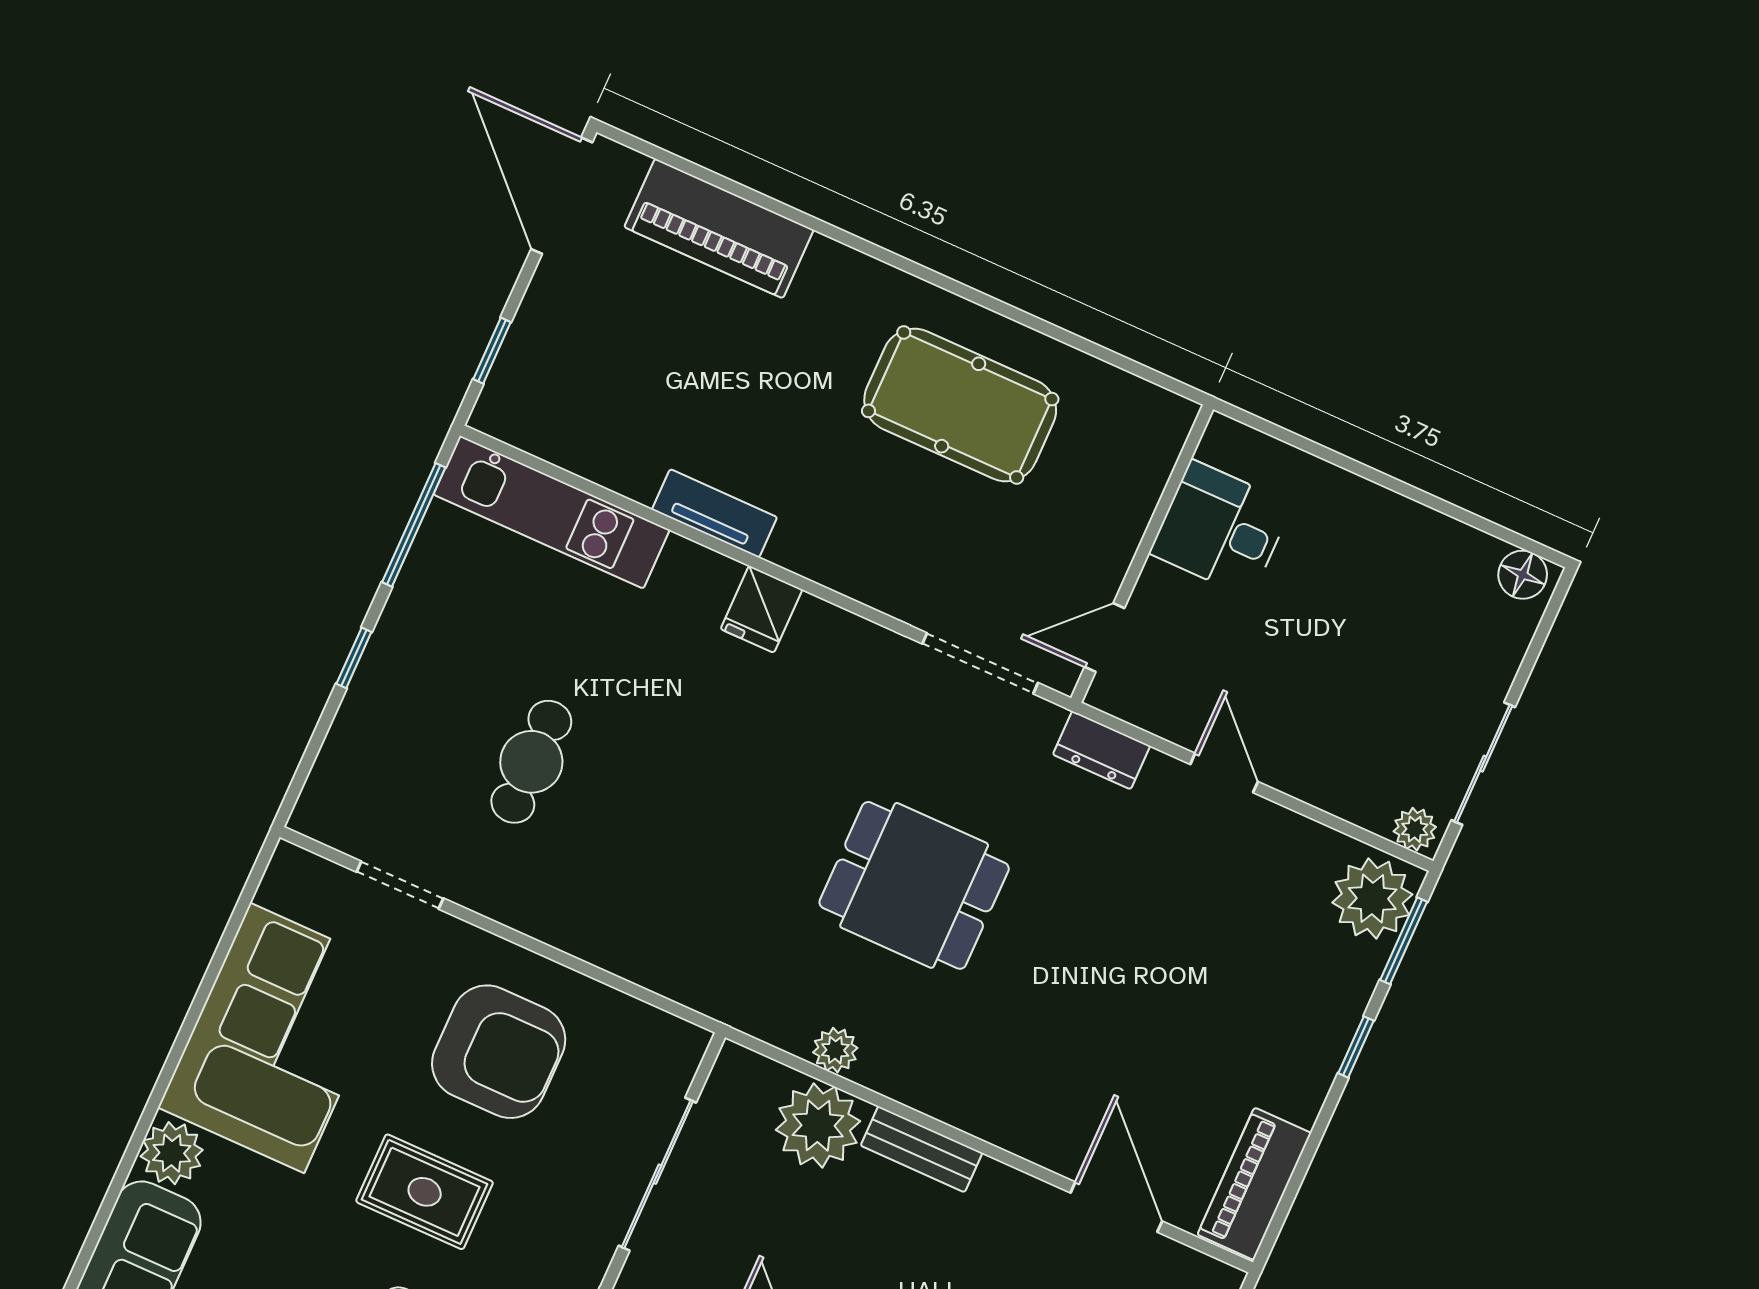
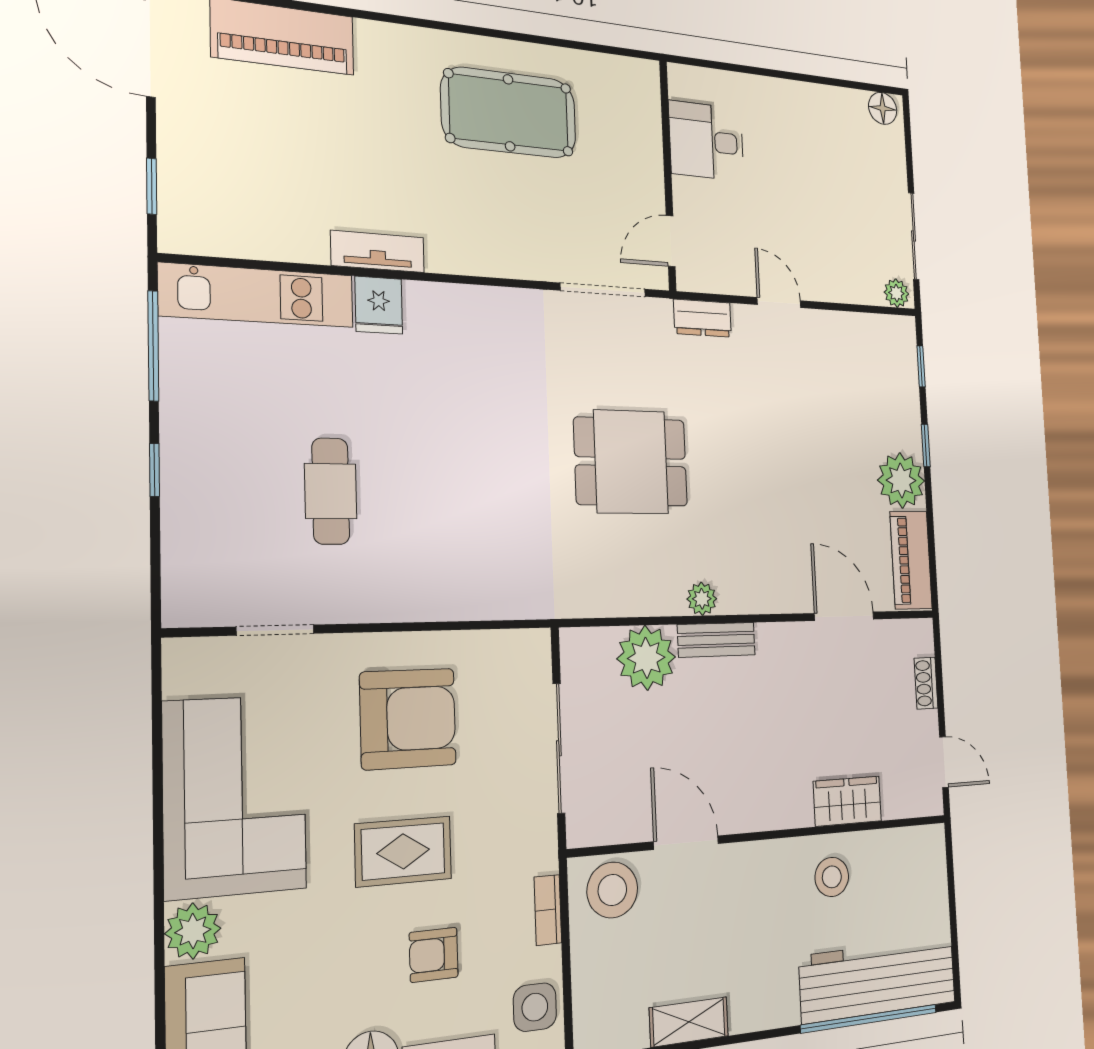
fridge: (761, 609) -> (379, 305), moved
plant: (1372, 899) -> (901, 480), moved
window: (1404, 941) -> (921, 366), width x0.67
plant: (835, 1050) -> (702, 599), moved

